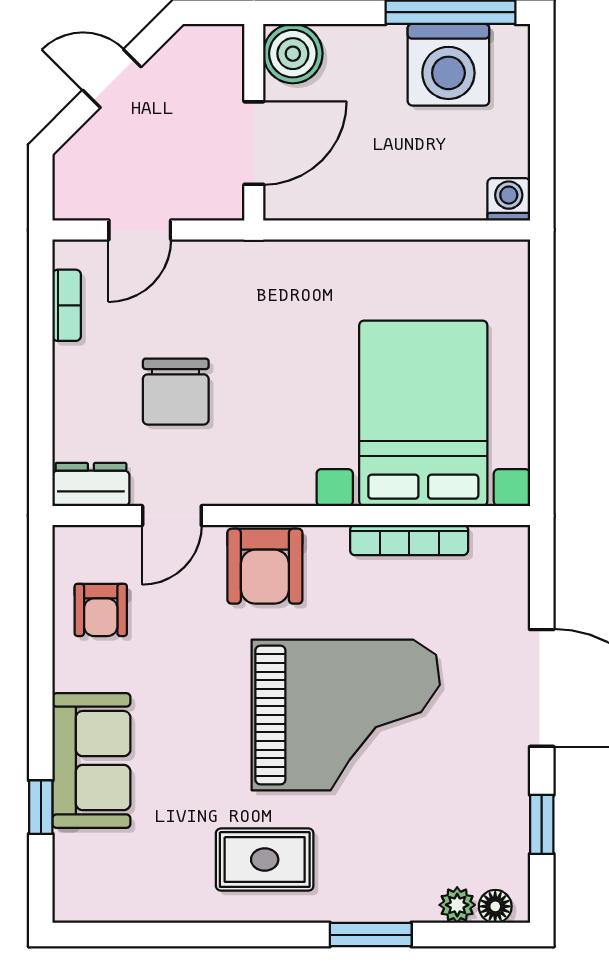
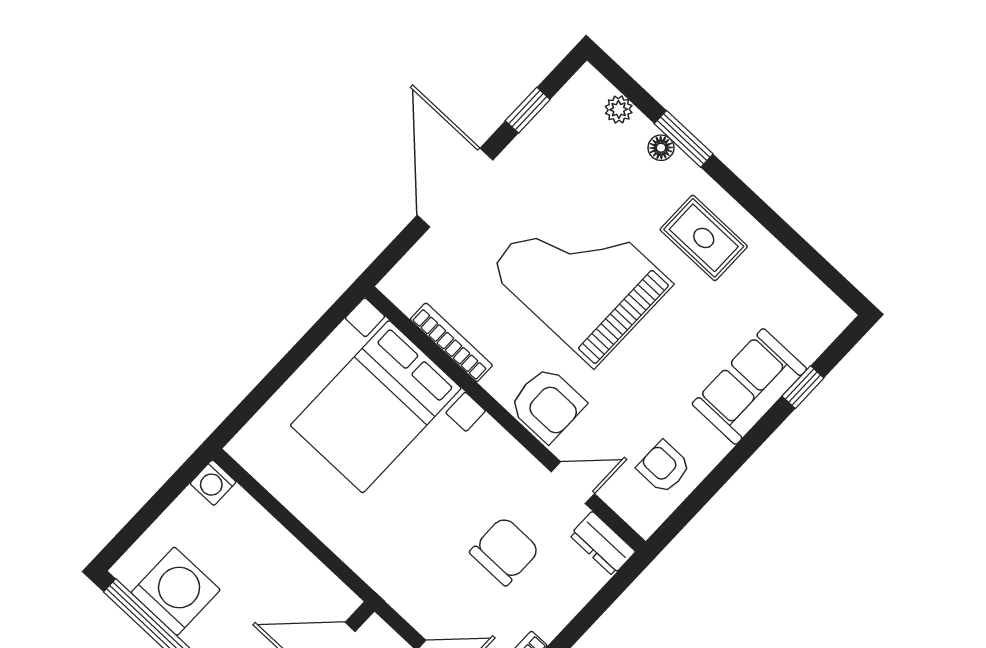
armchair: (265, 566) -> (547, 404), turned 90
armchair: (101, 610) -> (664, 467), turned -90
floor lamp: (495, 906) -> (661, 148), moved

